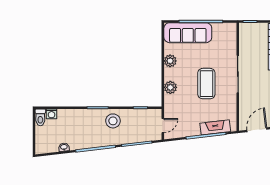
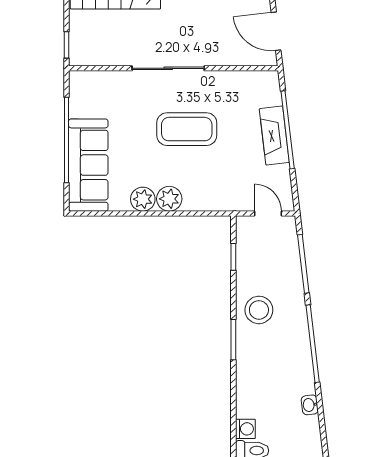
plant: (170, 87) -> (169, 199), moved
fireplace: (215, 127) -> (274, 136), moved

